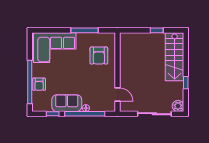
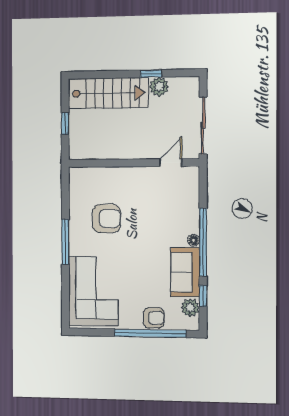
wall: (117, 72) -> (133, 163), moved
door: (117, 95) -> (171, 163), moved
plant: (46, 106) -> (190, 308), added
plant: (178, 106) -> (159, 87), moved

